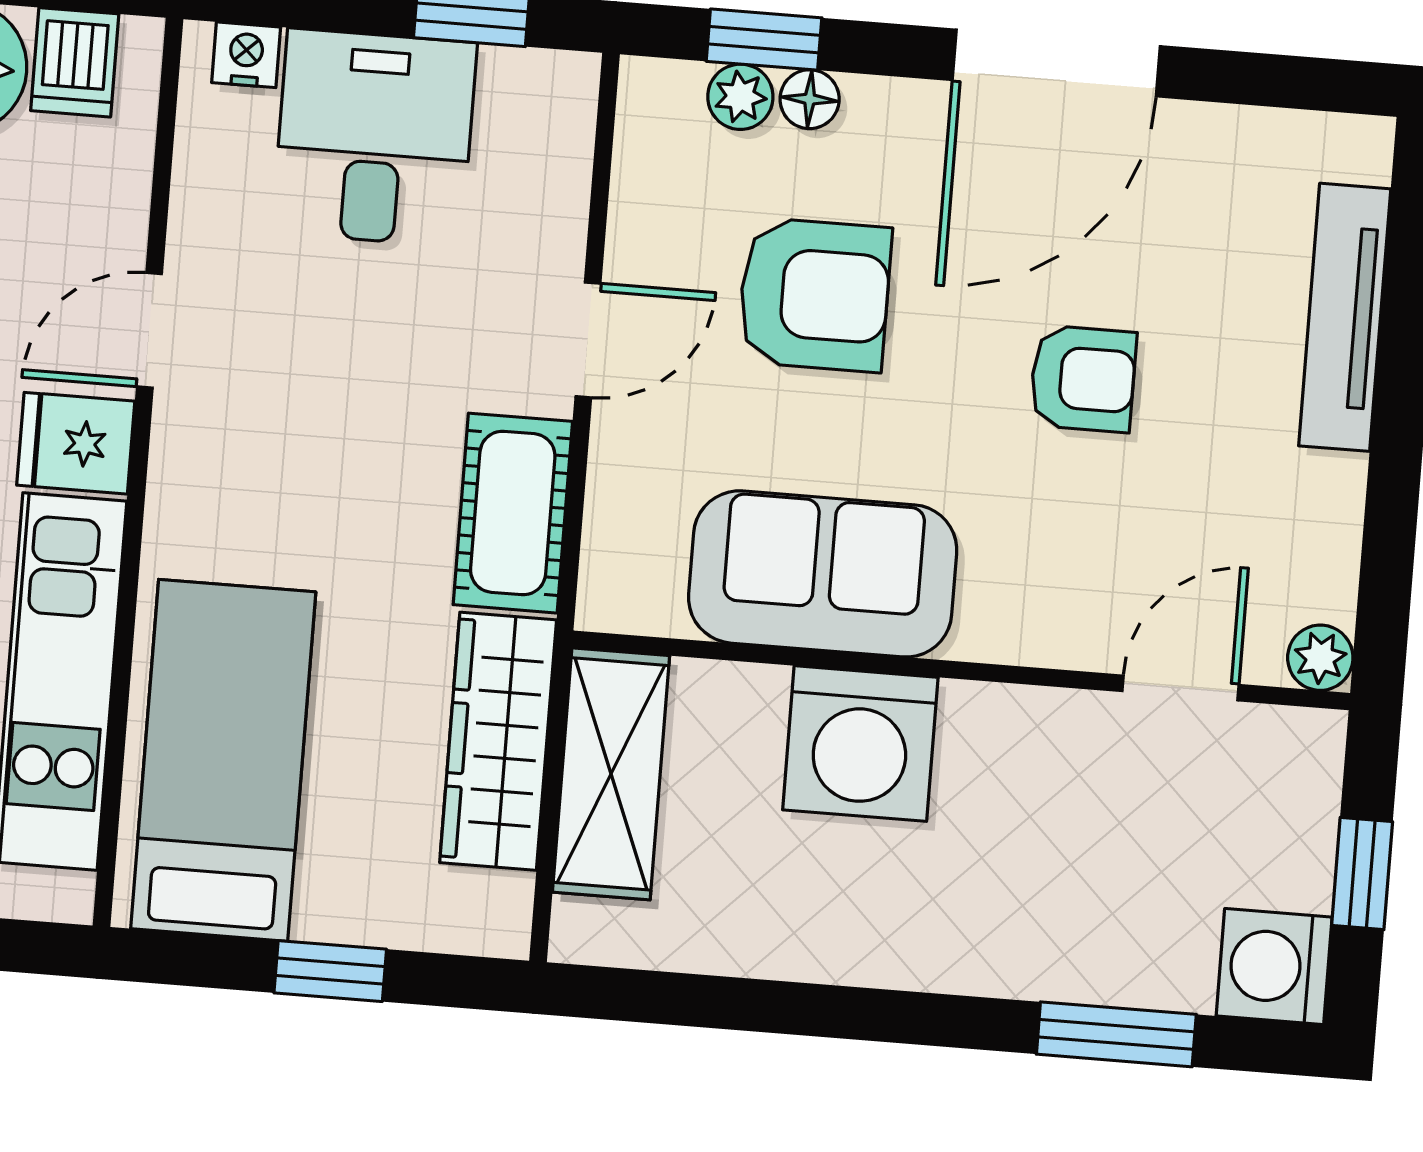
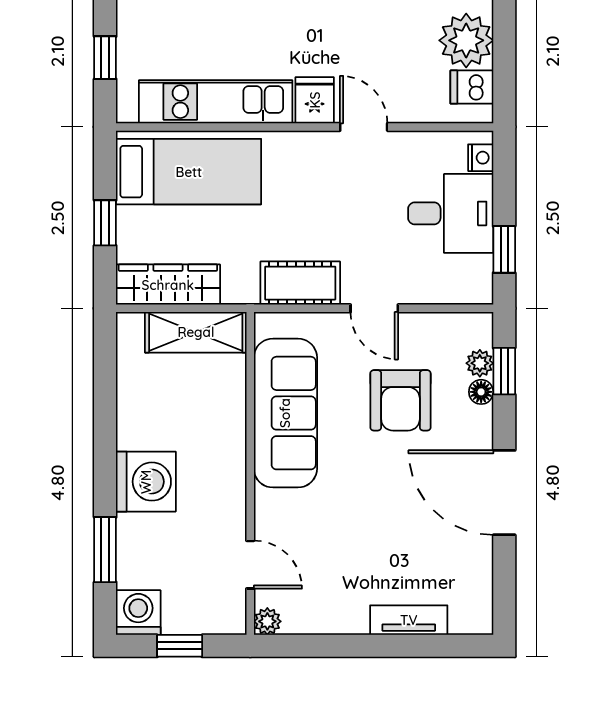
tv unit: (1345, 317) -> (409, 620), width x0.71
armchair: (1083, 379) -> (375, 514), removed
sofa: (823, 574) -> (285, 413), width x1.36
wardrobe: (498, 741) -> (168, 285), moved
washing machine: (860, 744) -> (146, 482), moved, turned 180

